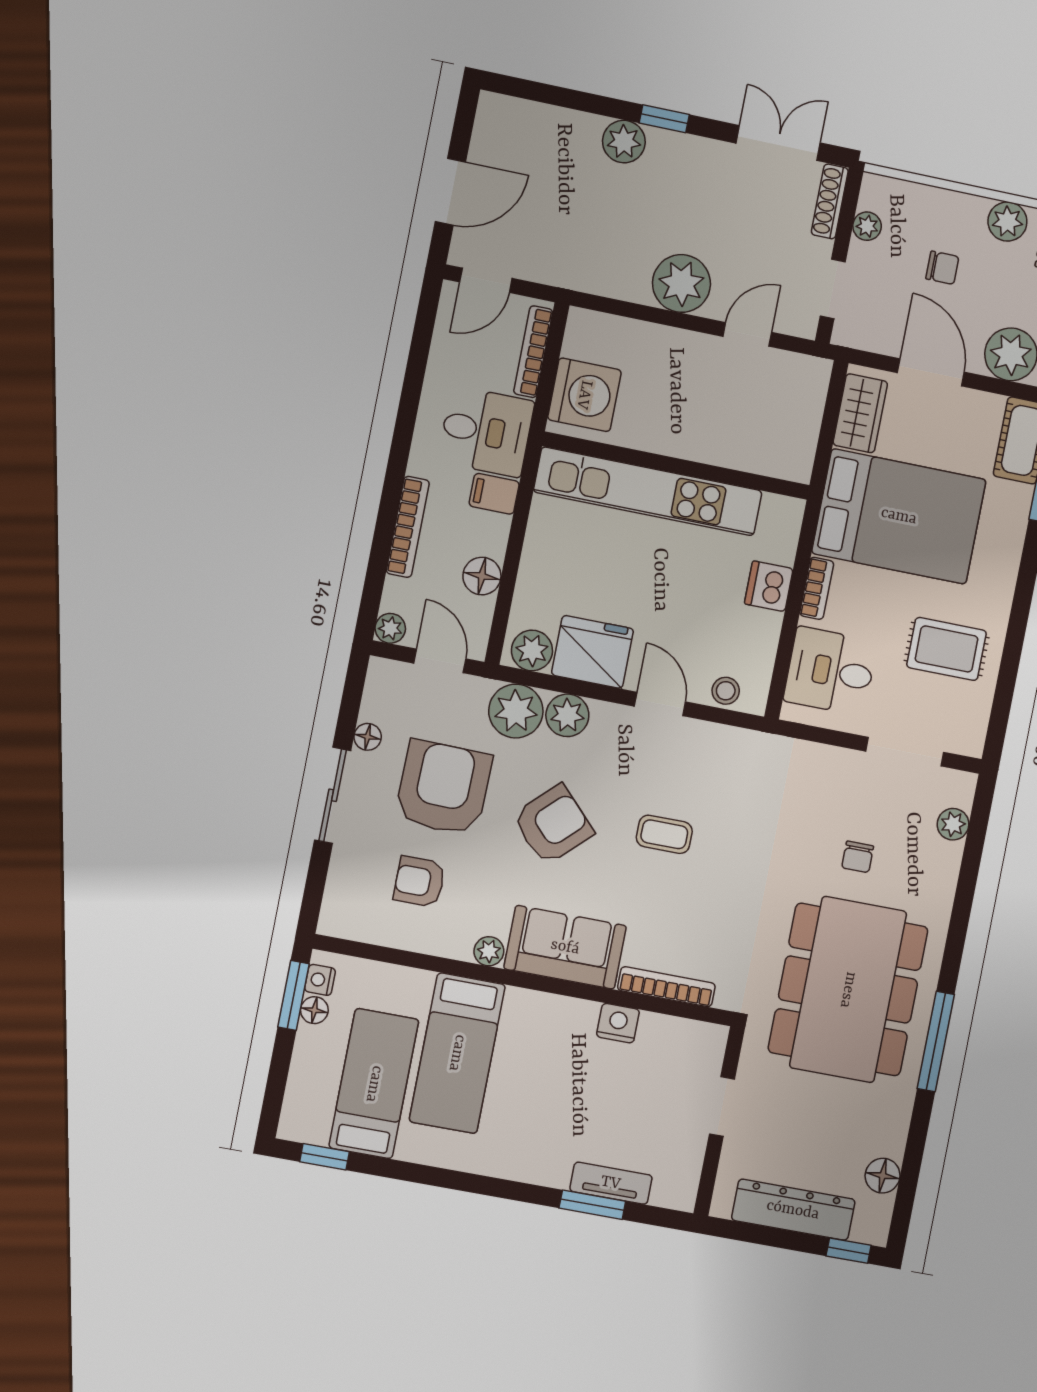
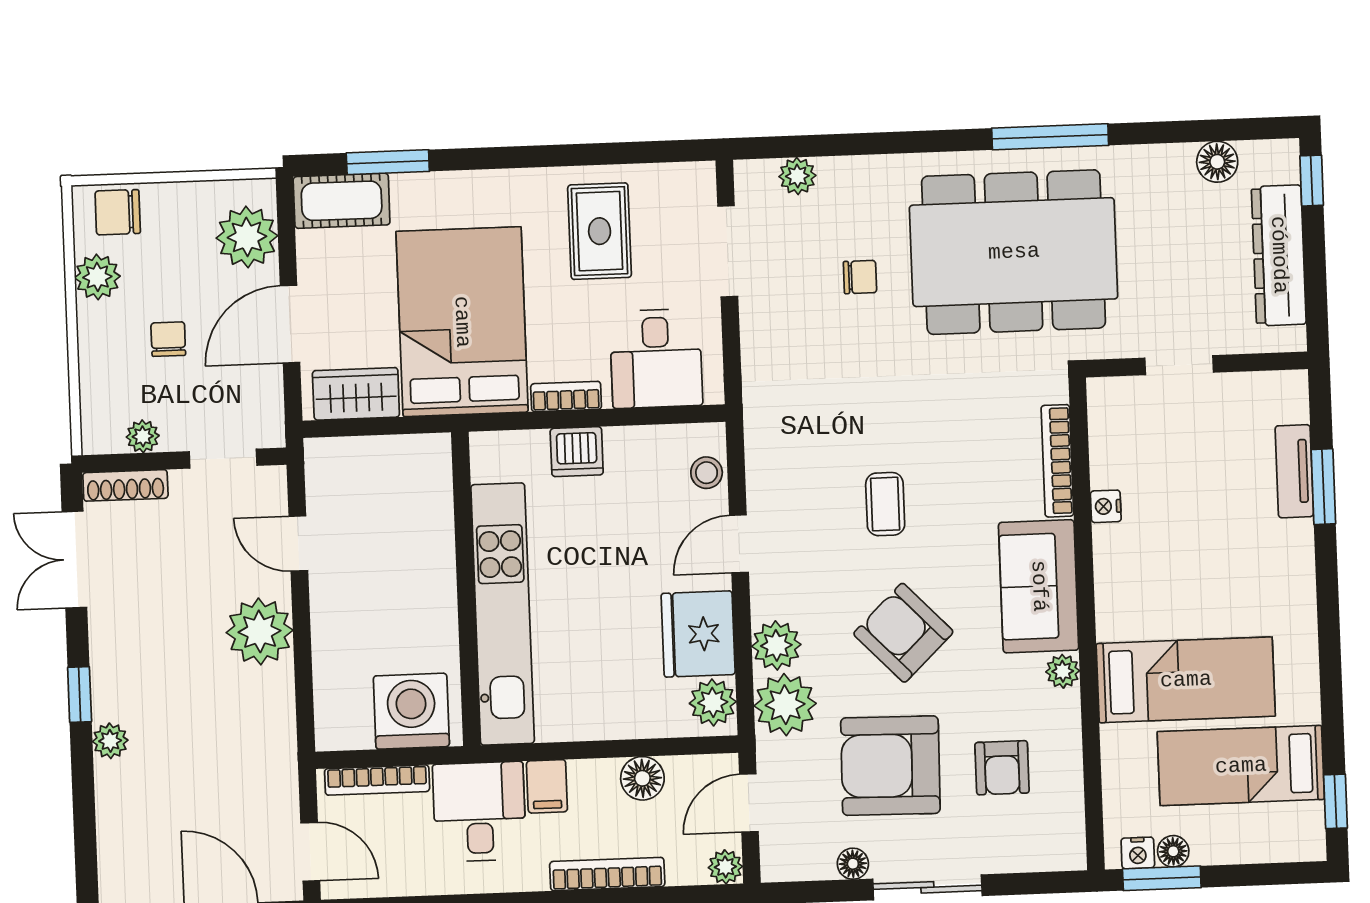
plant: (624, 142) -> (110, 741), width x0.73, depth x0.73
nightstand: (618, 1023) -> (1106, 506), width x0.72, depth x0.74

